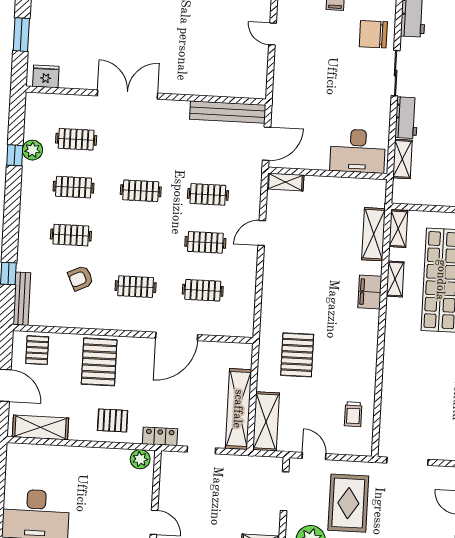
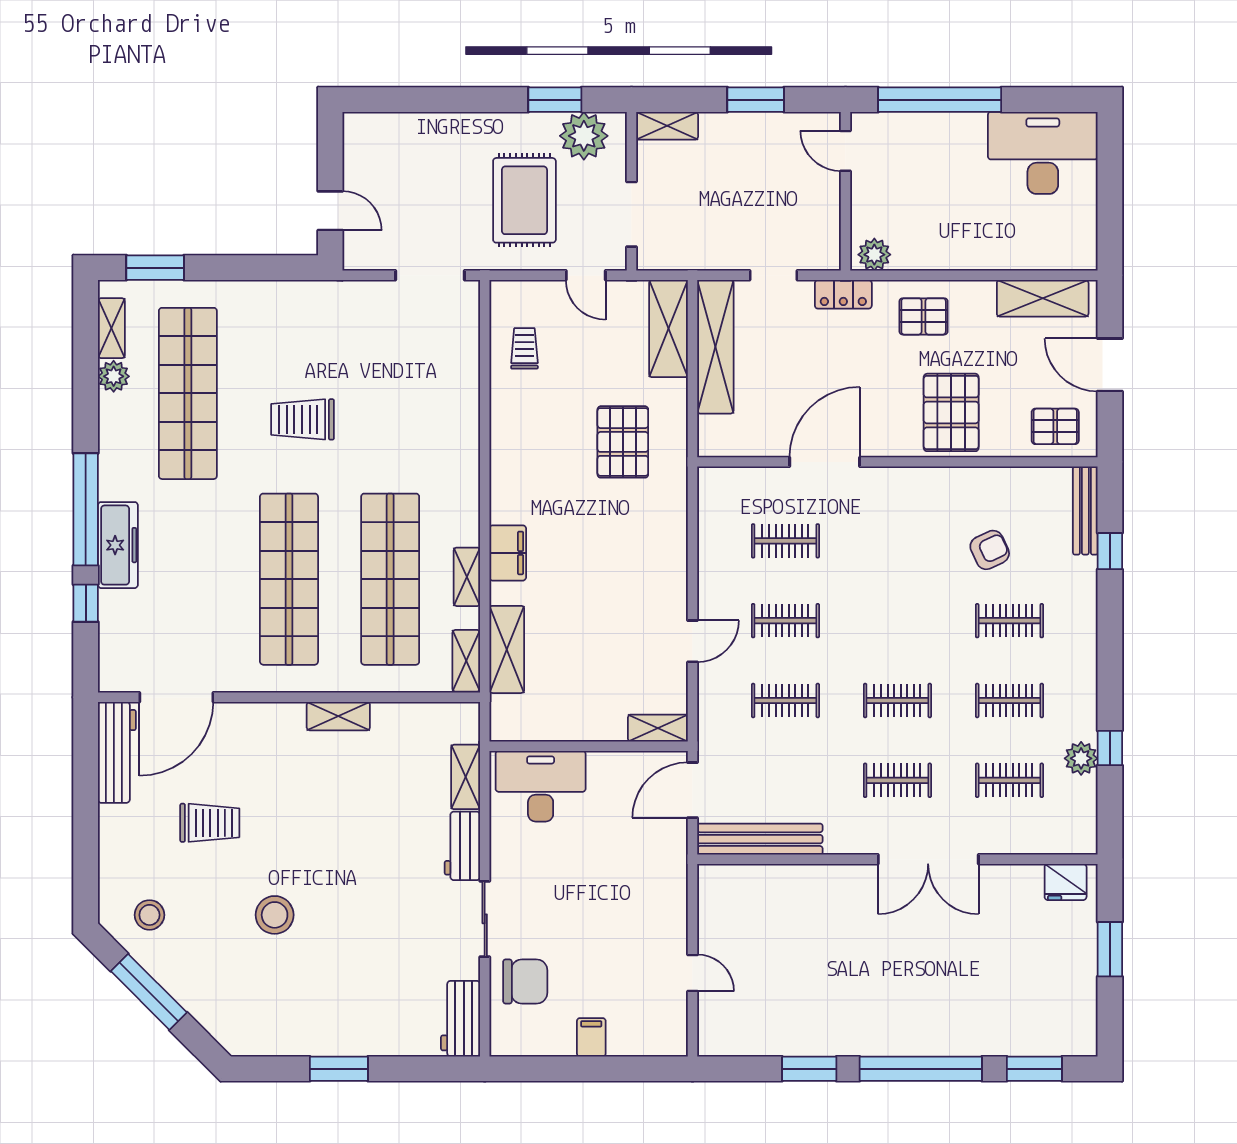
clothes rail: (136, 287) -> (897, 780), moved
pallet: (37, 350) -> (1055, 426), turned 90

